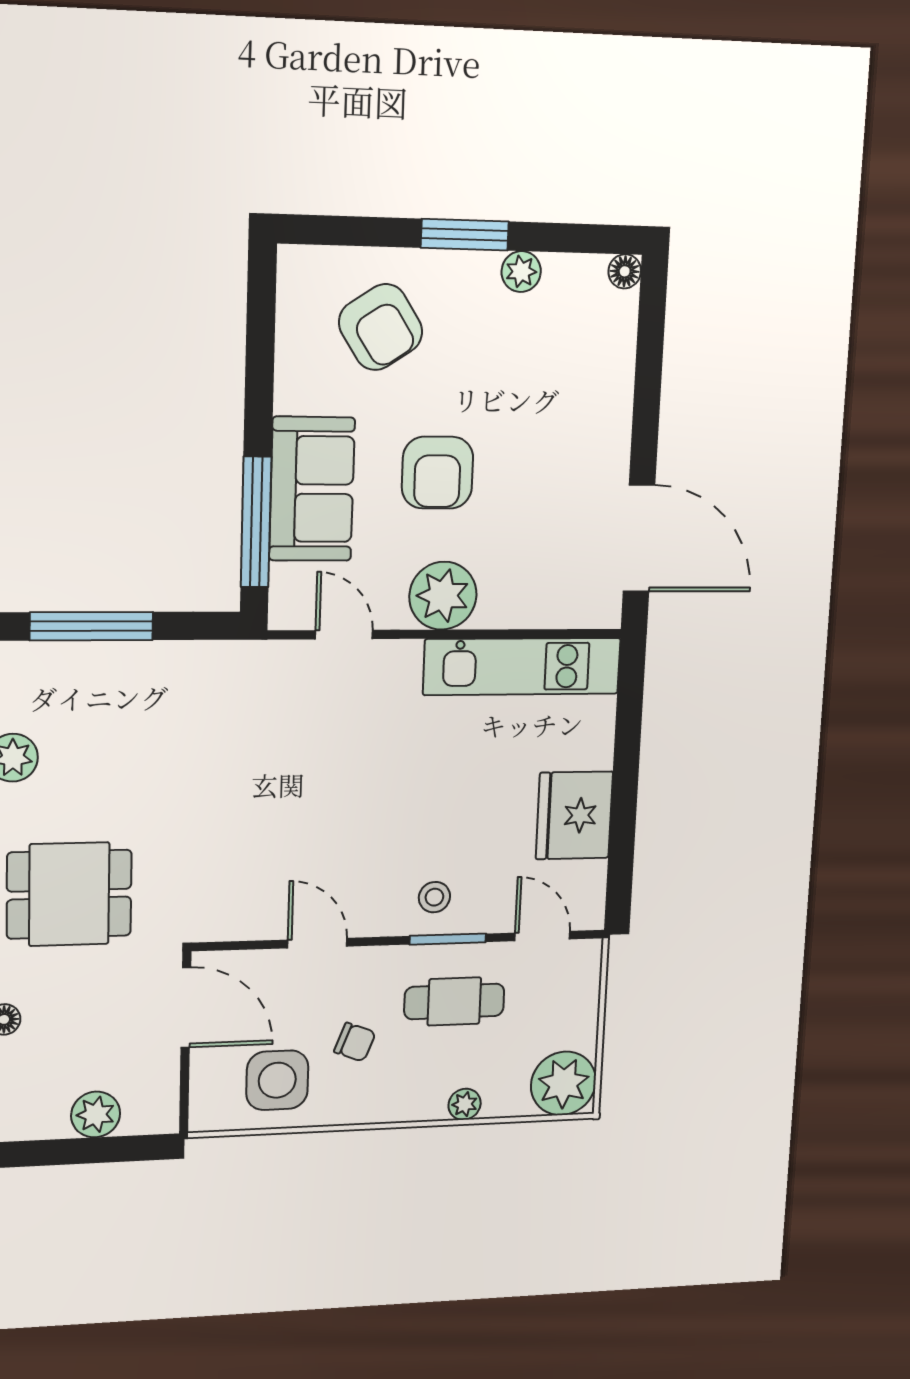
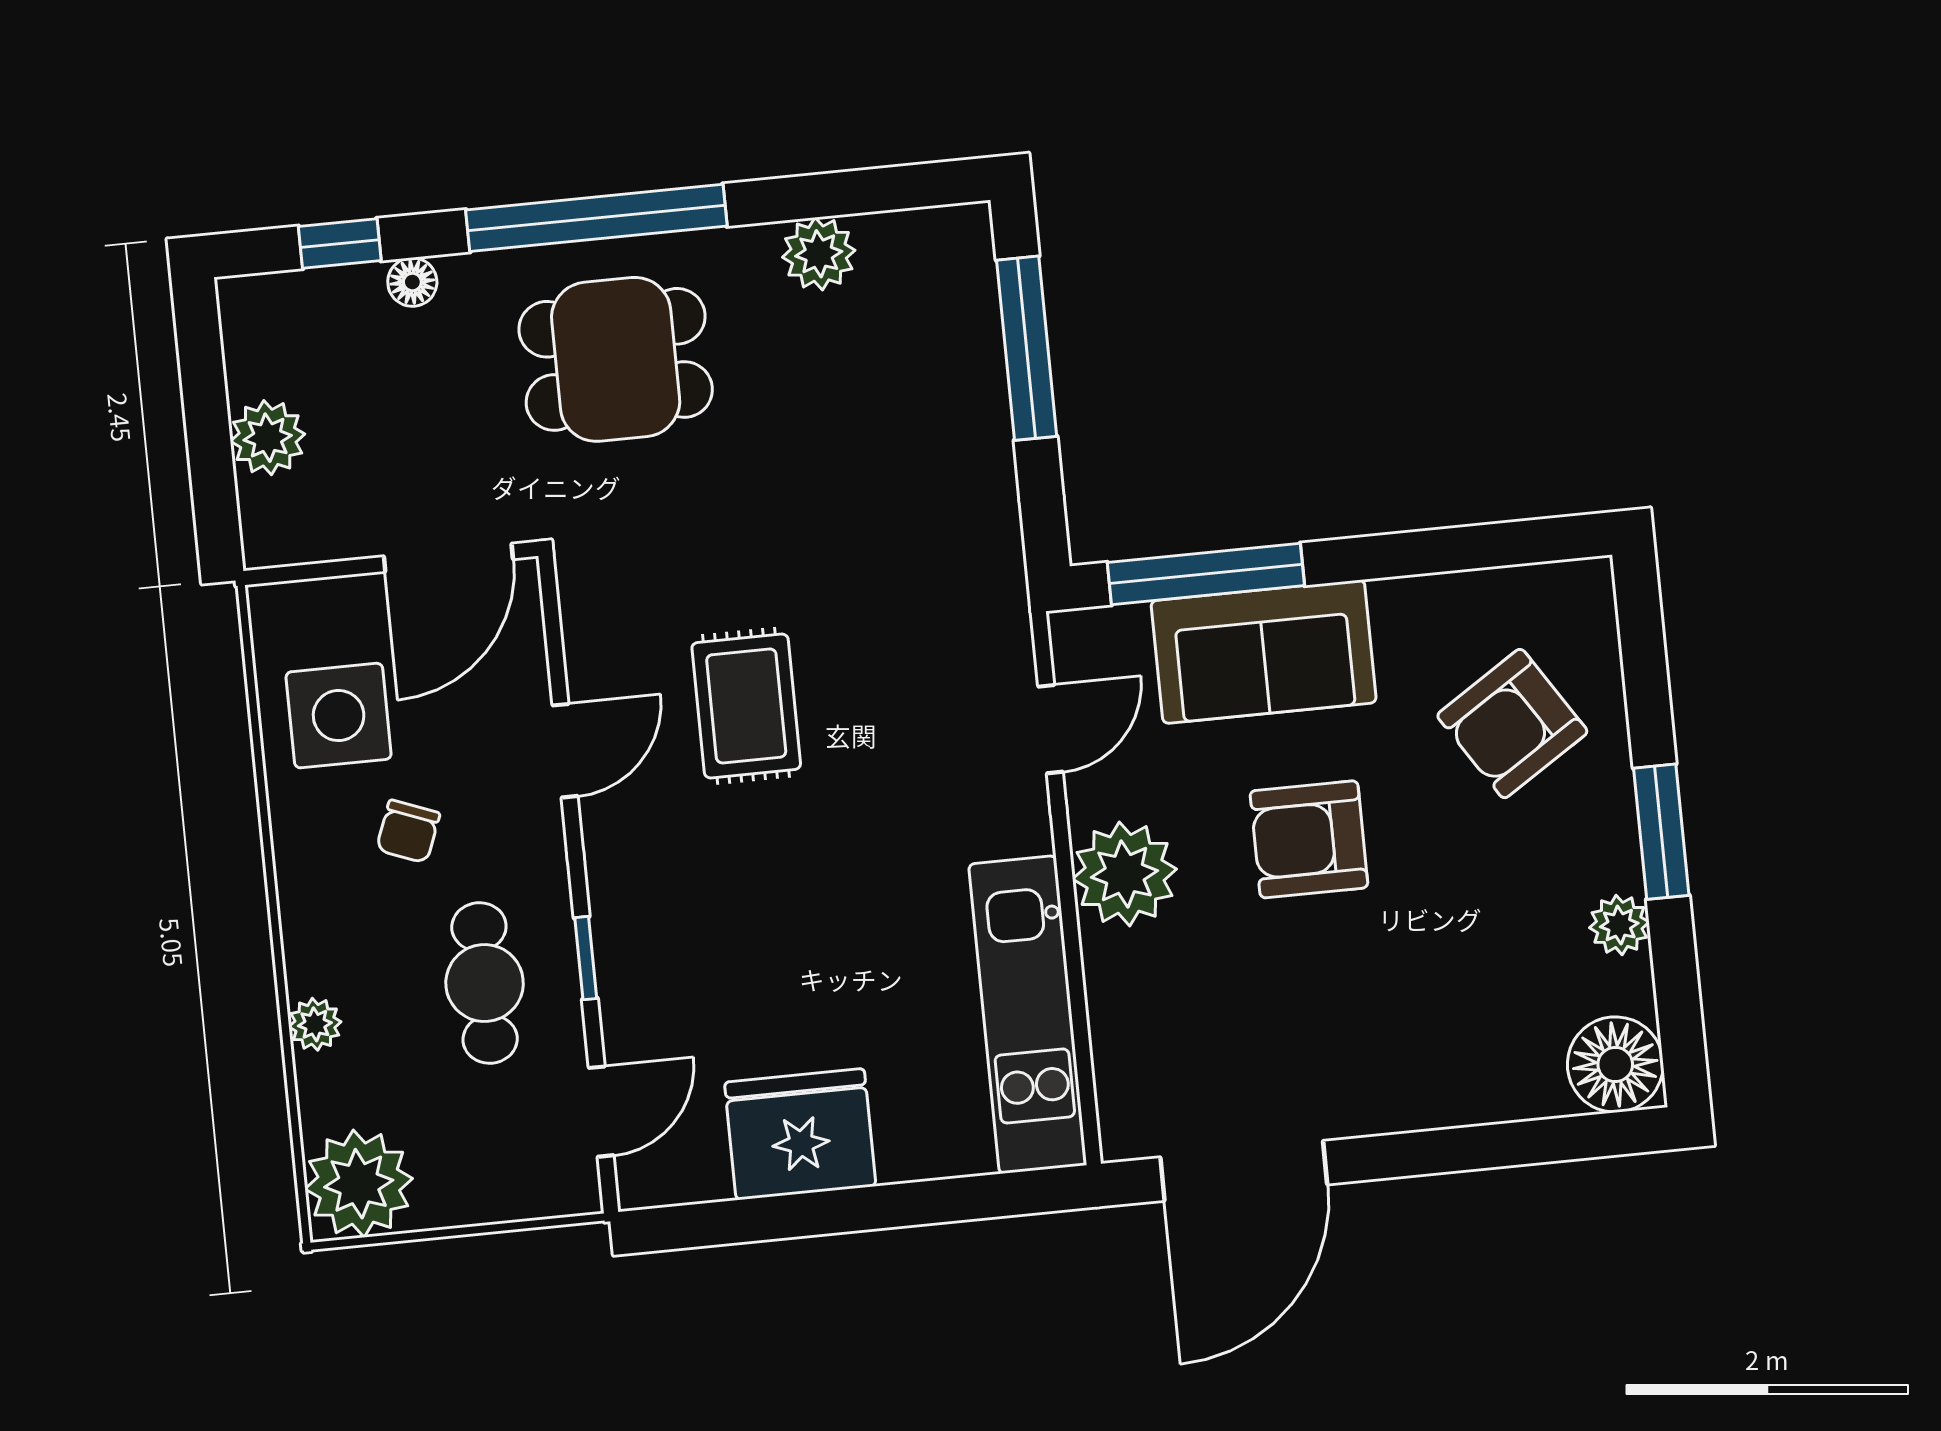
floor lamp: (625, 271) -> (1615, 1064), width x1.89, depth x1.89
rug: (304, 828) -> (746, 706), added
dining table: (69, 894) -> (616, 359), turned 90
stool: (434, 897) -> (652, 927), removed
window: (448, 939) -> (586, 958), width x0.67

